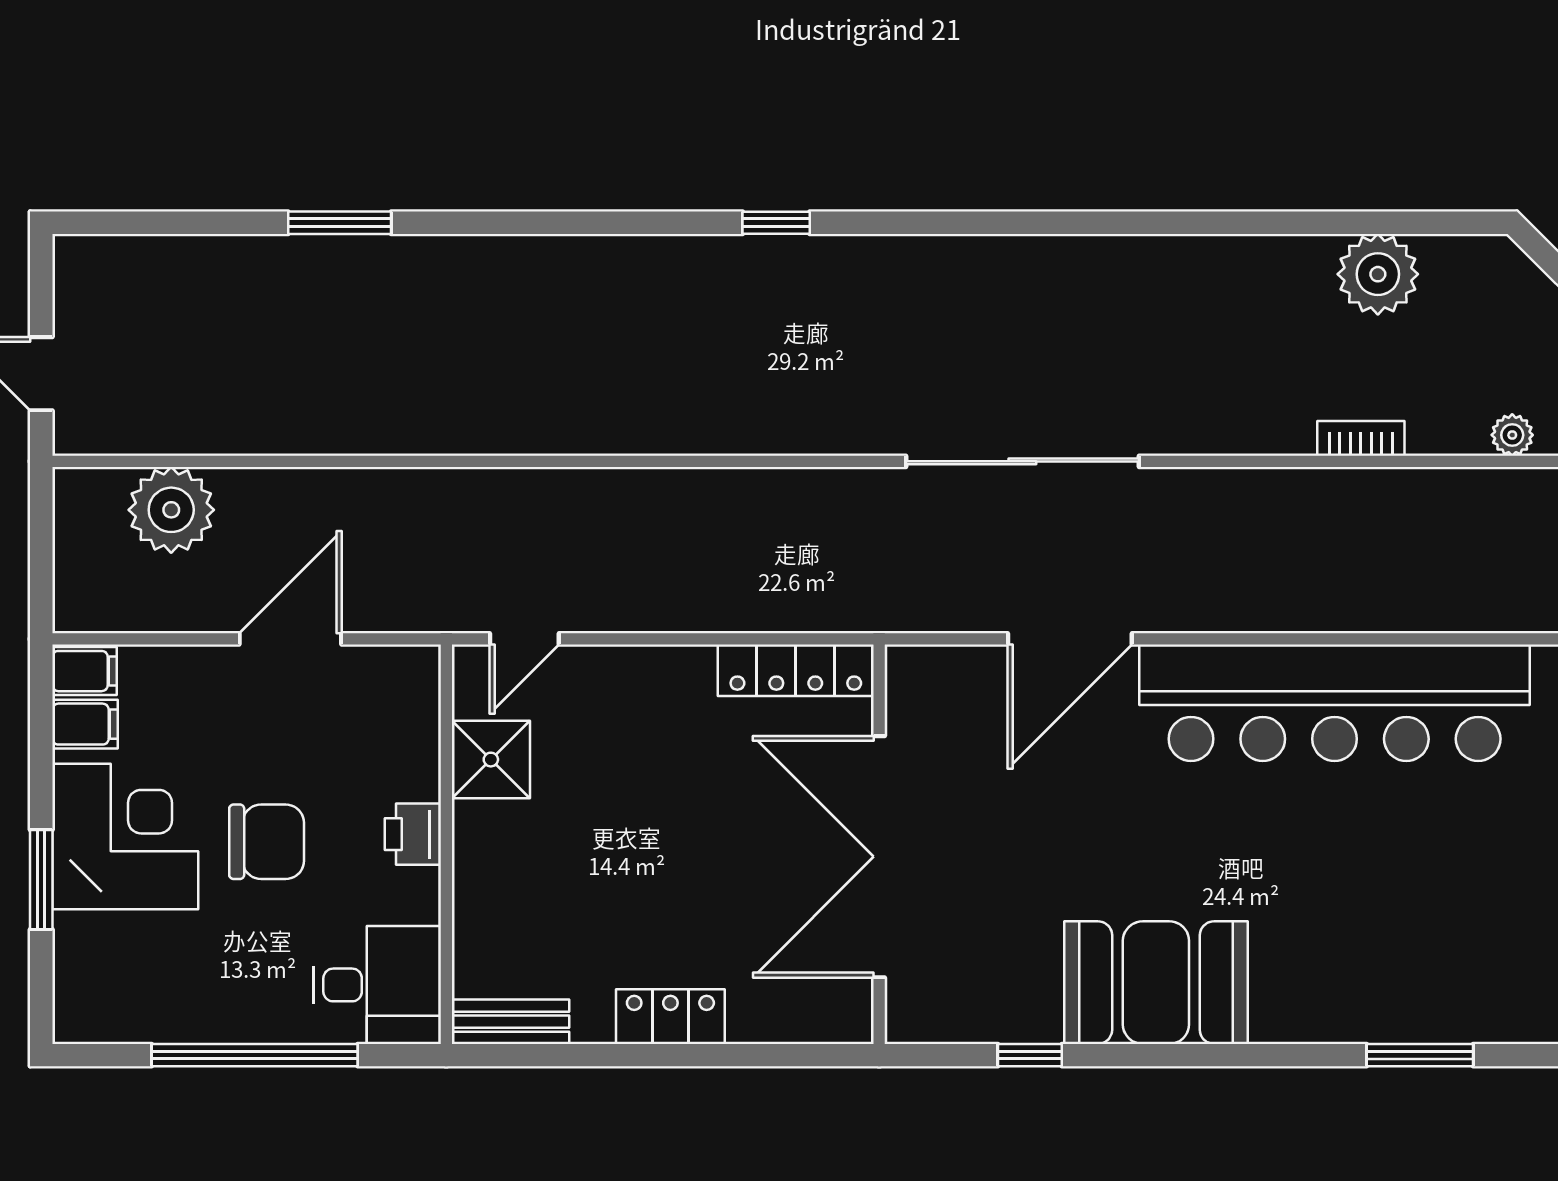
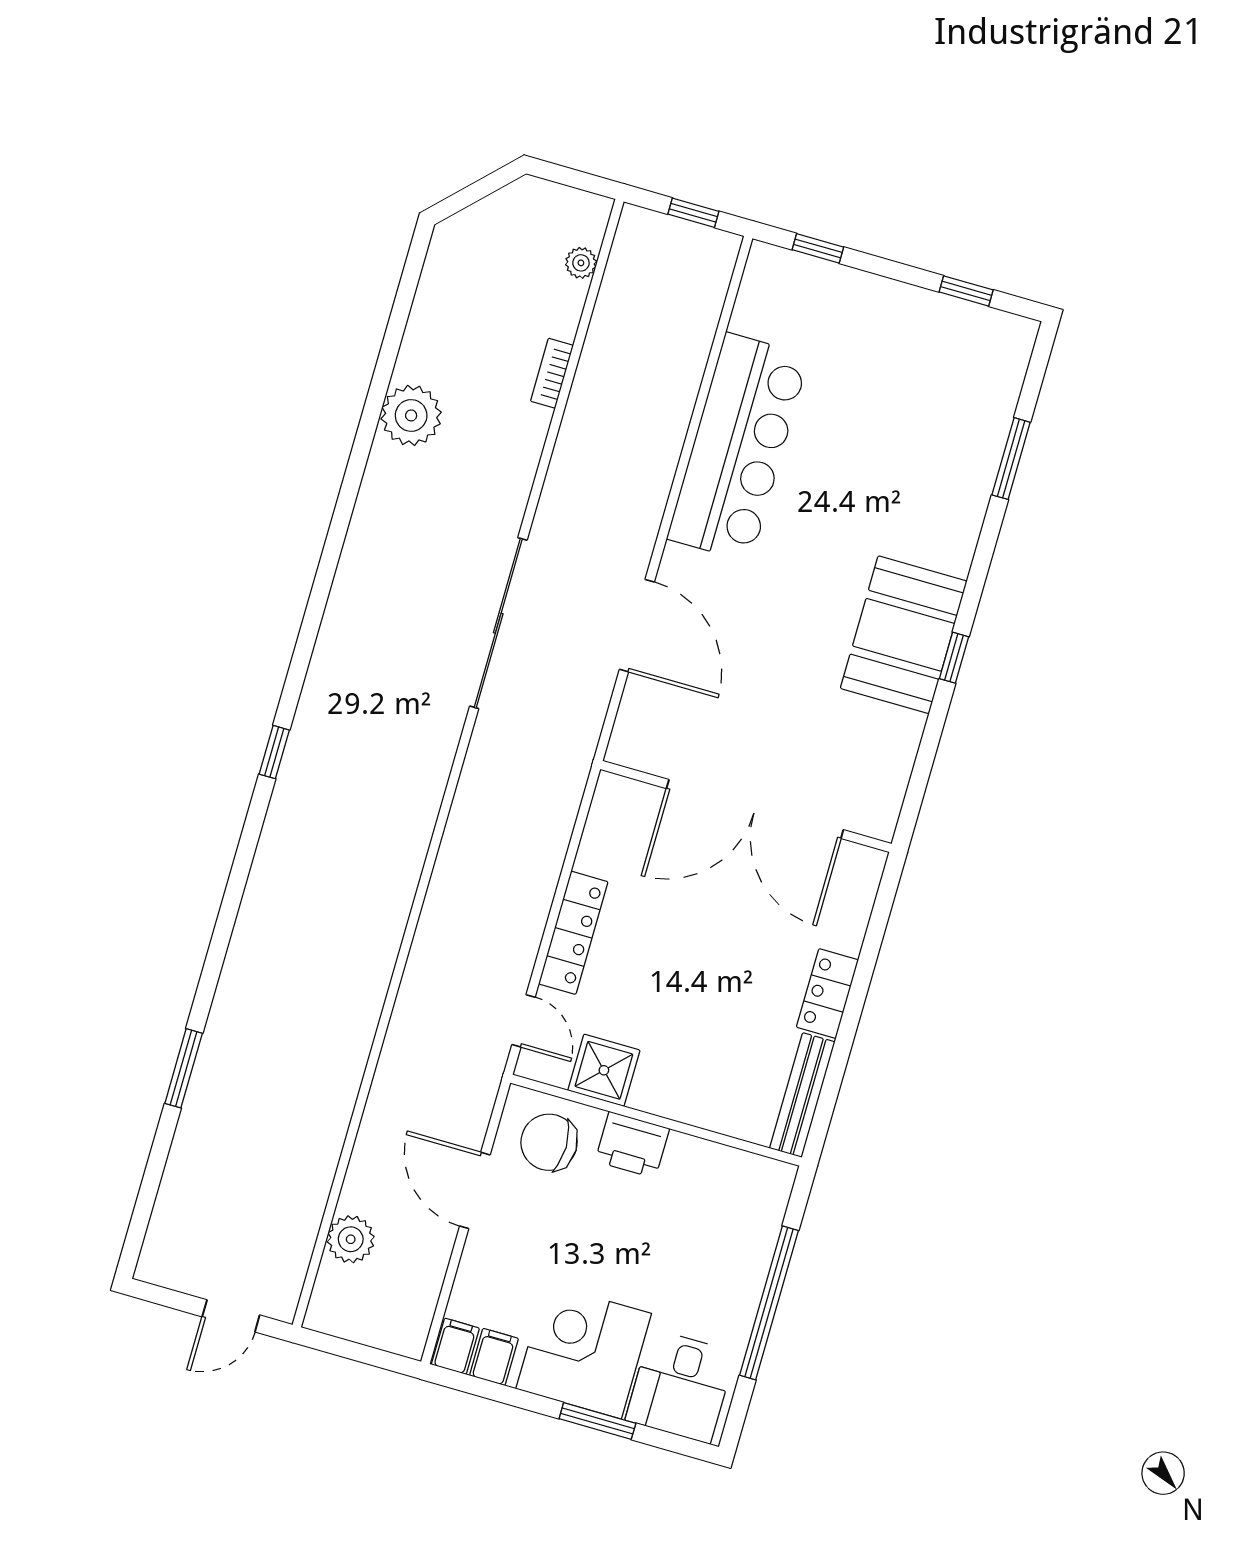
plant: (1378, 274) -> (411, 415), moved
plant: (171, 510) -> (351, 1239), width x0.73, depth x0.73
locker: (796, 670) -> (573, 933), moved
bar counter: (1335, 703) -> (738, 447), width x0.73
printer: (413, 834) -> (632, 1145), width x1.36, depth x1.24
chair: (267, 842) -> (549, 1142), moved, turned -90
desk: (377, 985) -> (681, 1386), moved, turned 180
bench: (510, 1022) -> (802, 1095), width x1.36
window: (1030, 1055) -> (954, 658), moved

